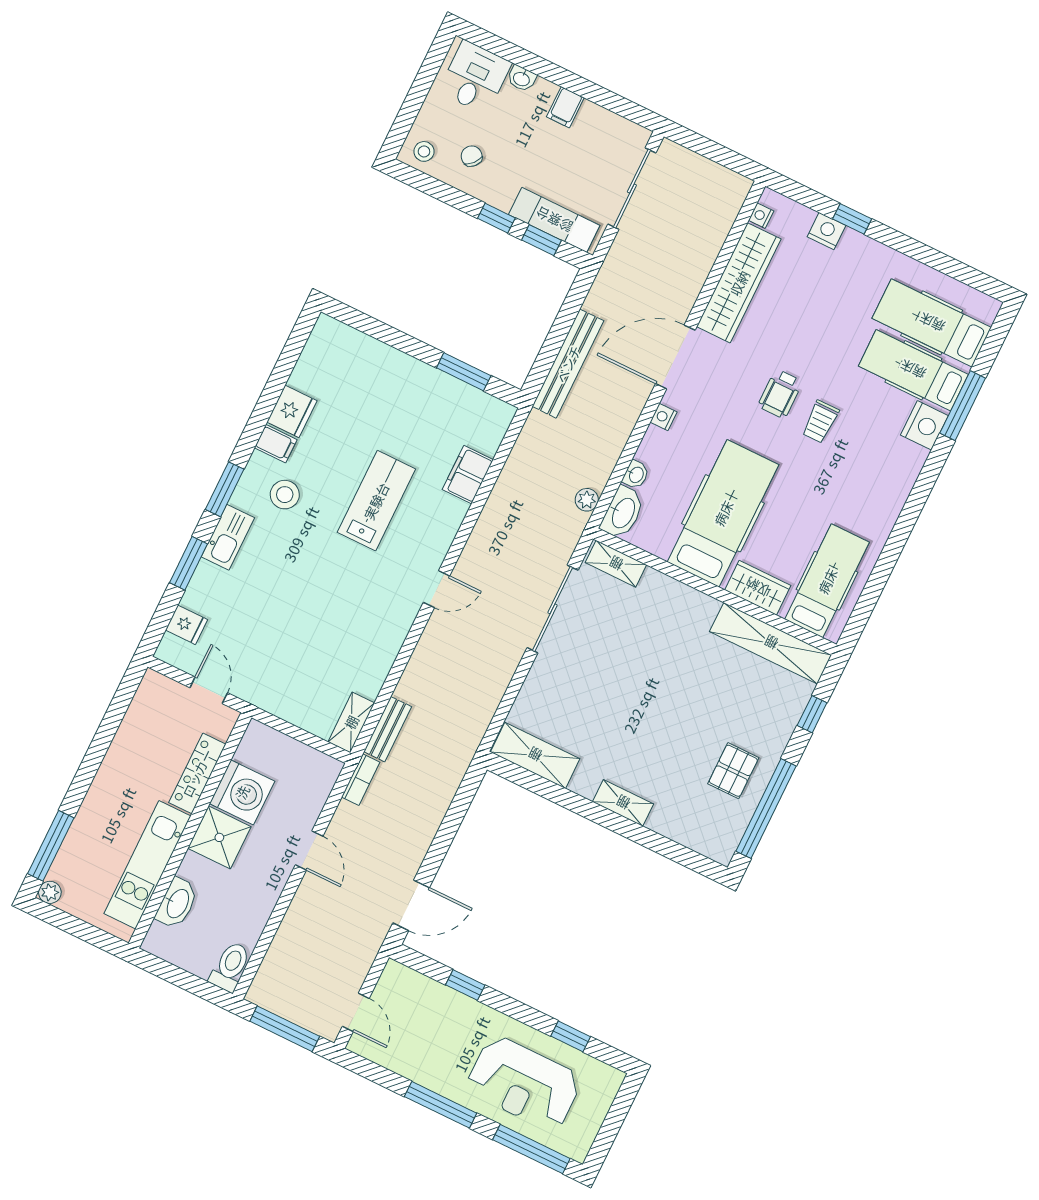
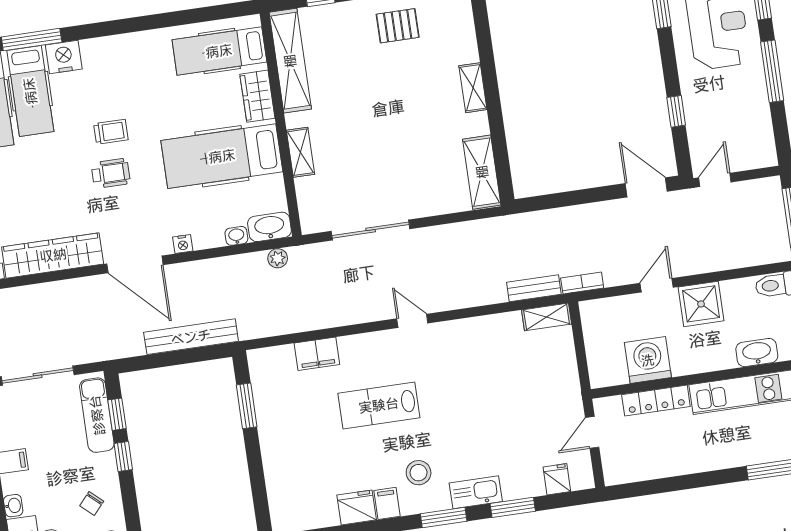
shelving: (616, 564) -> (300, 152), moved
shower: (219, 837) -> (701, 304), moved
door: (356, 1012) -> (715, 180), moved

